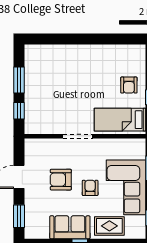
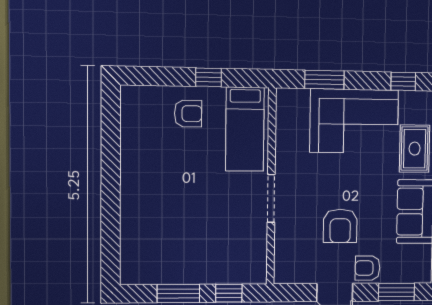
armchair: (90, 188) -> (368, 268), moved

